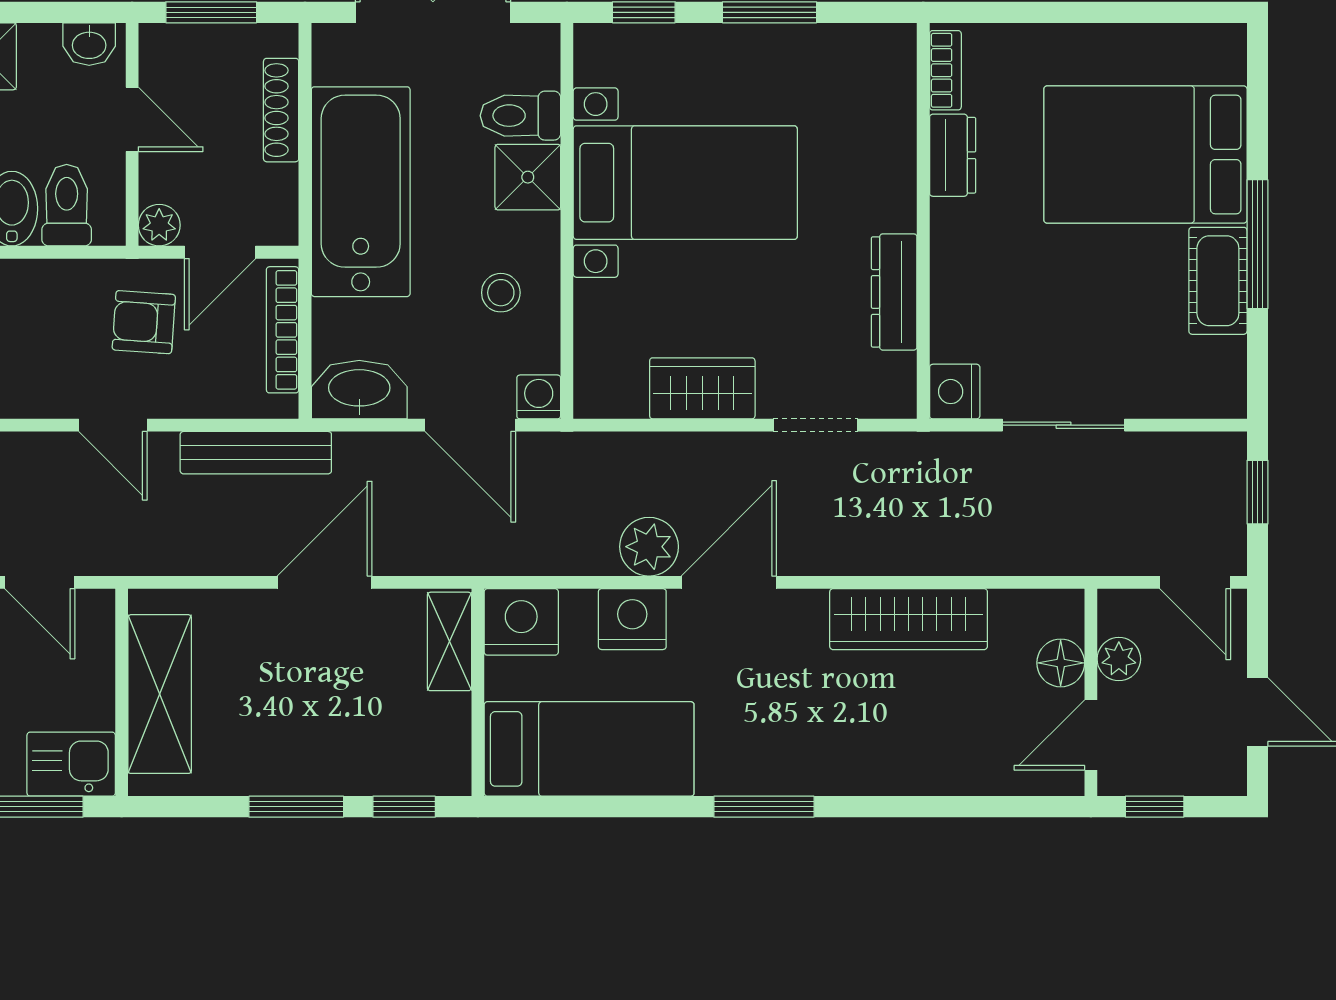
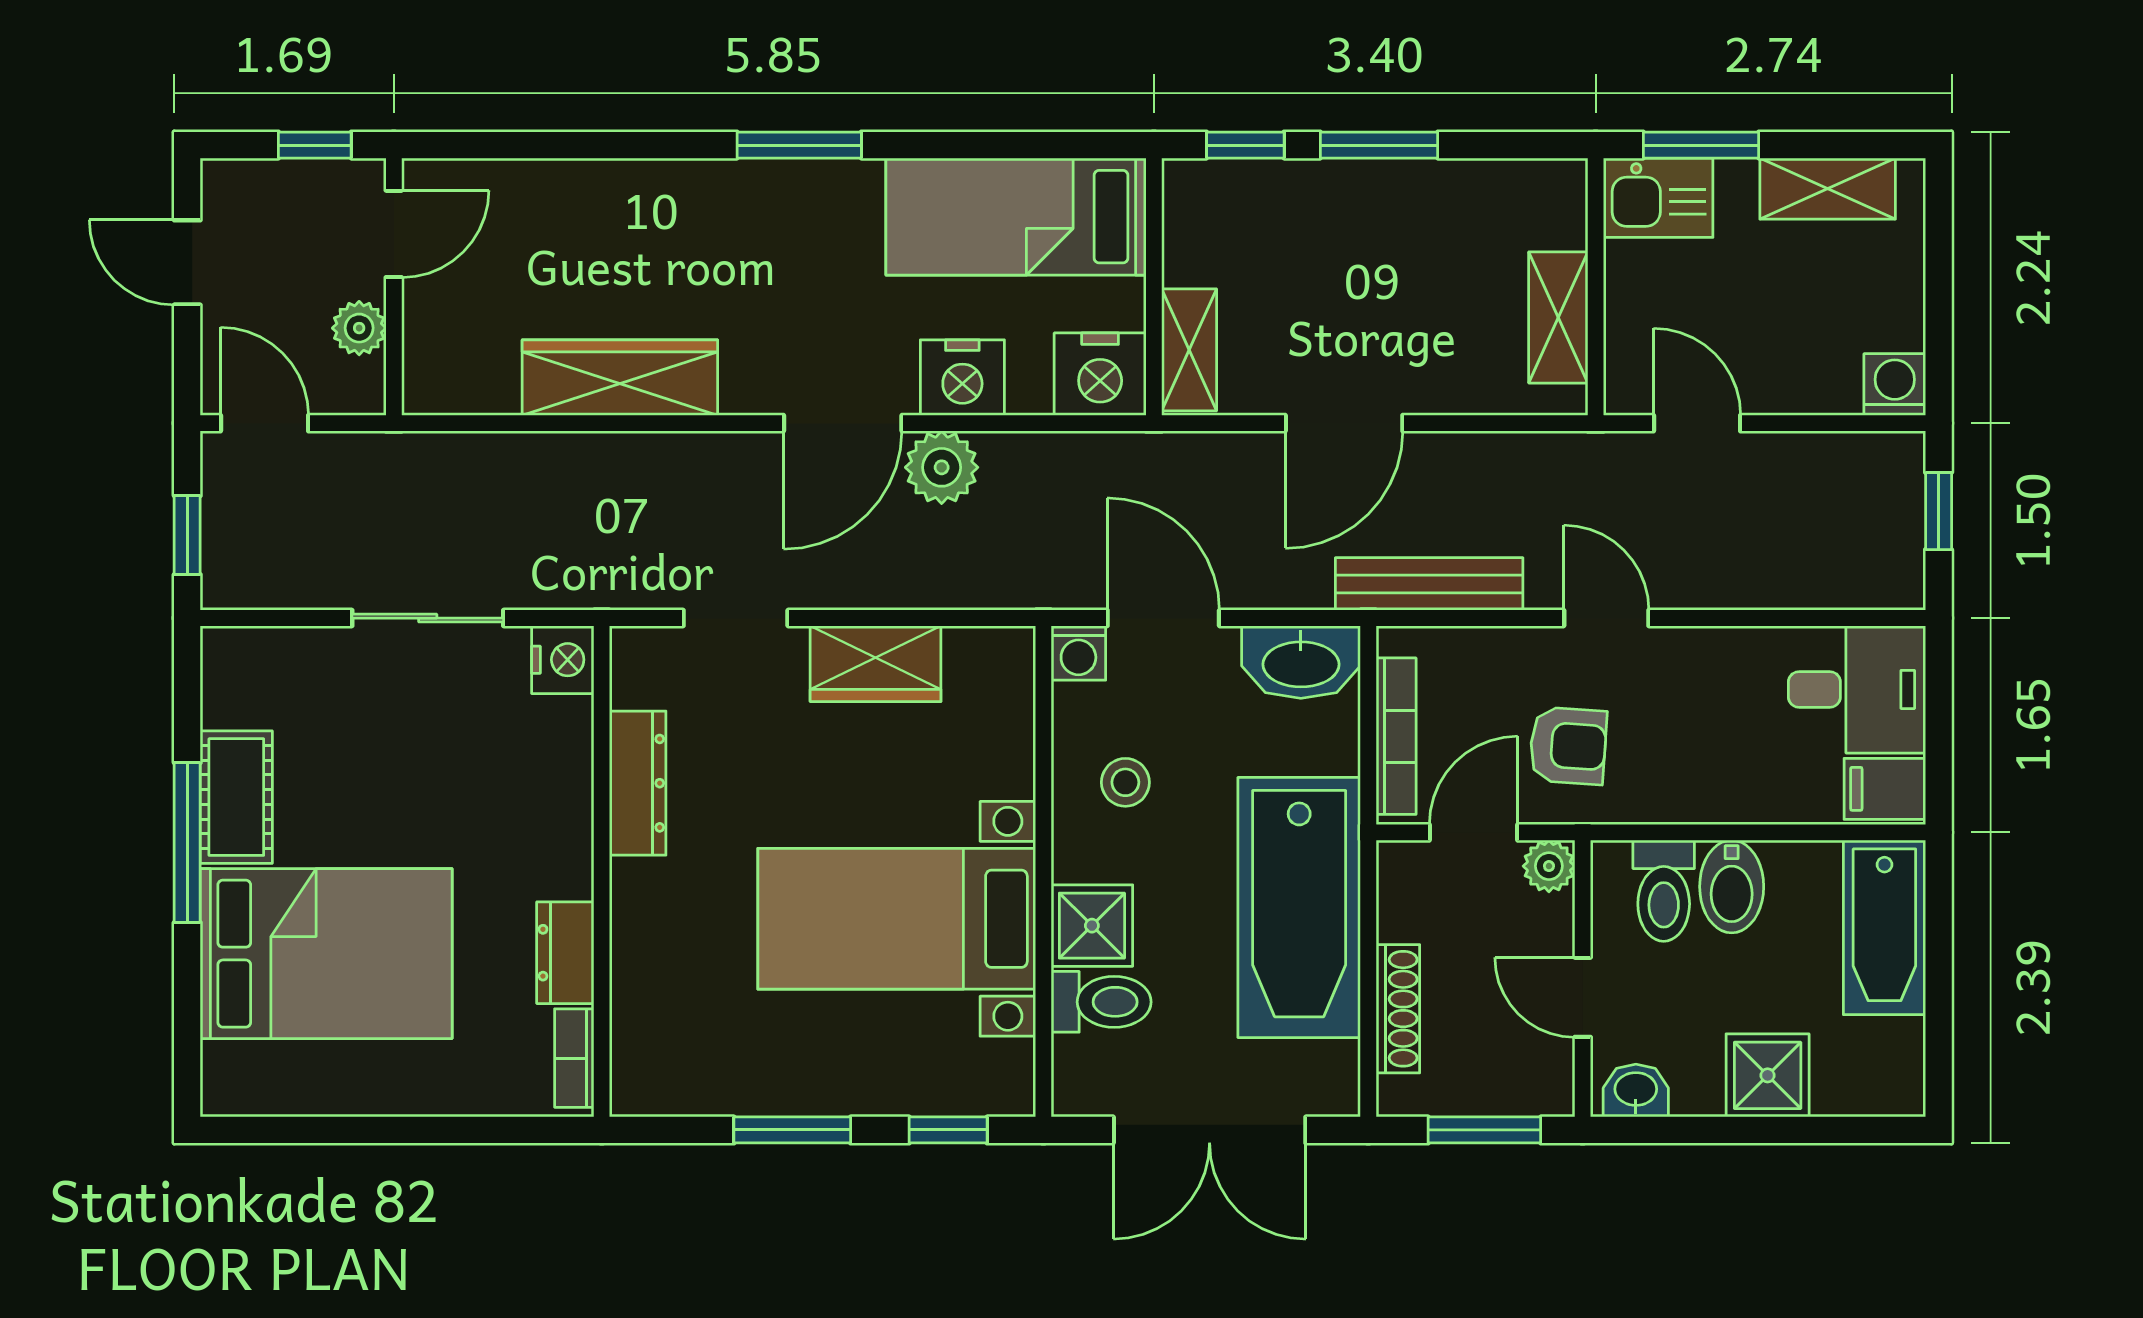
floor lamp: (1061, 663) -> (431, 323), removed
shelving: (160, 694) -> (1558, 317), width x0.67, depth x0.75

